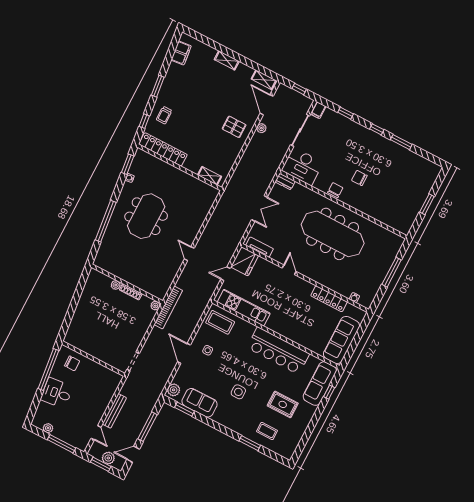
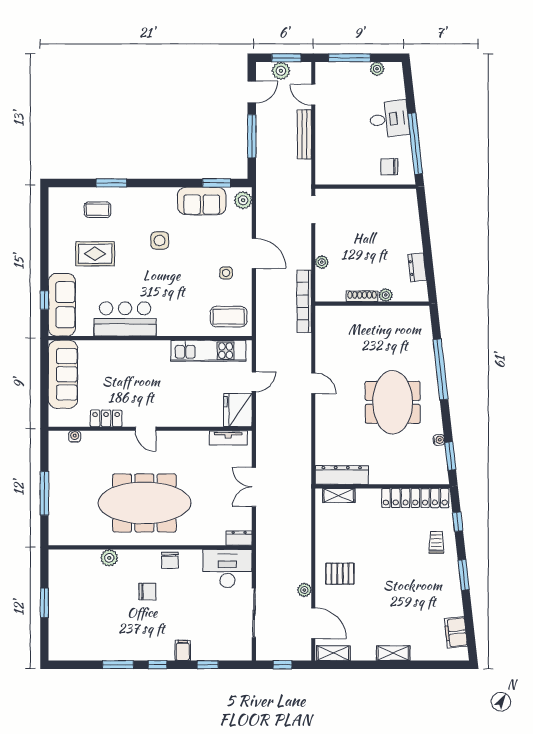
filing cabinet: (318, 110) -> (183, 650), moved
dresser: (201, 188) -> (342, 475), added
plant: (372, 211) -> (109, 558), added
door: (289, 270) -> (146, 429), moved
dresser: (87, 292) -> (417, 267), added
locker: (329, 299) -> (106, 418), width x0.66
plant: (155, 306) -> (322, 262), moved
bar counter: (278, 351) -> (125, 319), width x0.73

